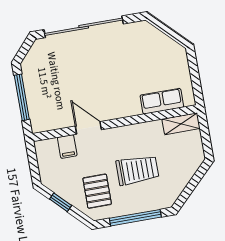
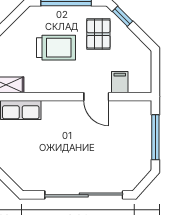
trolley: (137, 170) -> (56, 48), turned 180
window: (61, 202) -> (122, 16), moved

